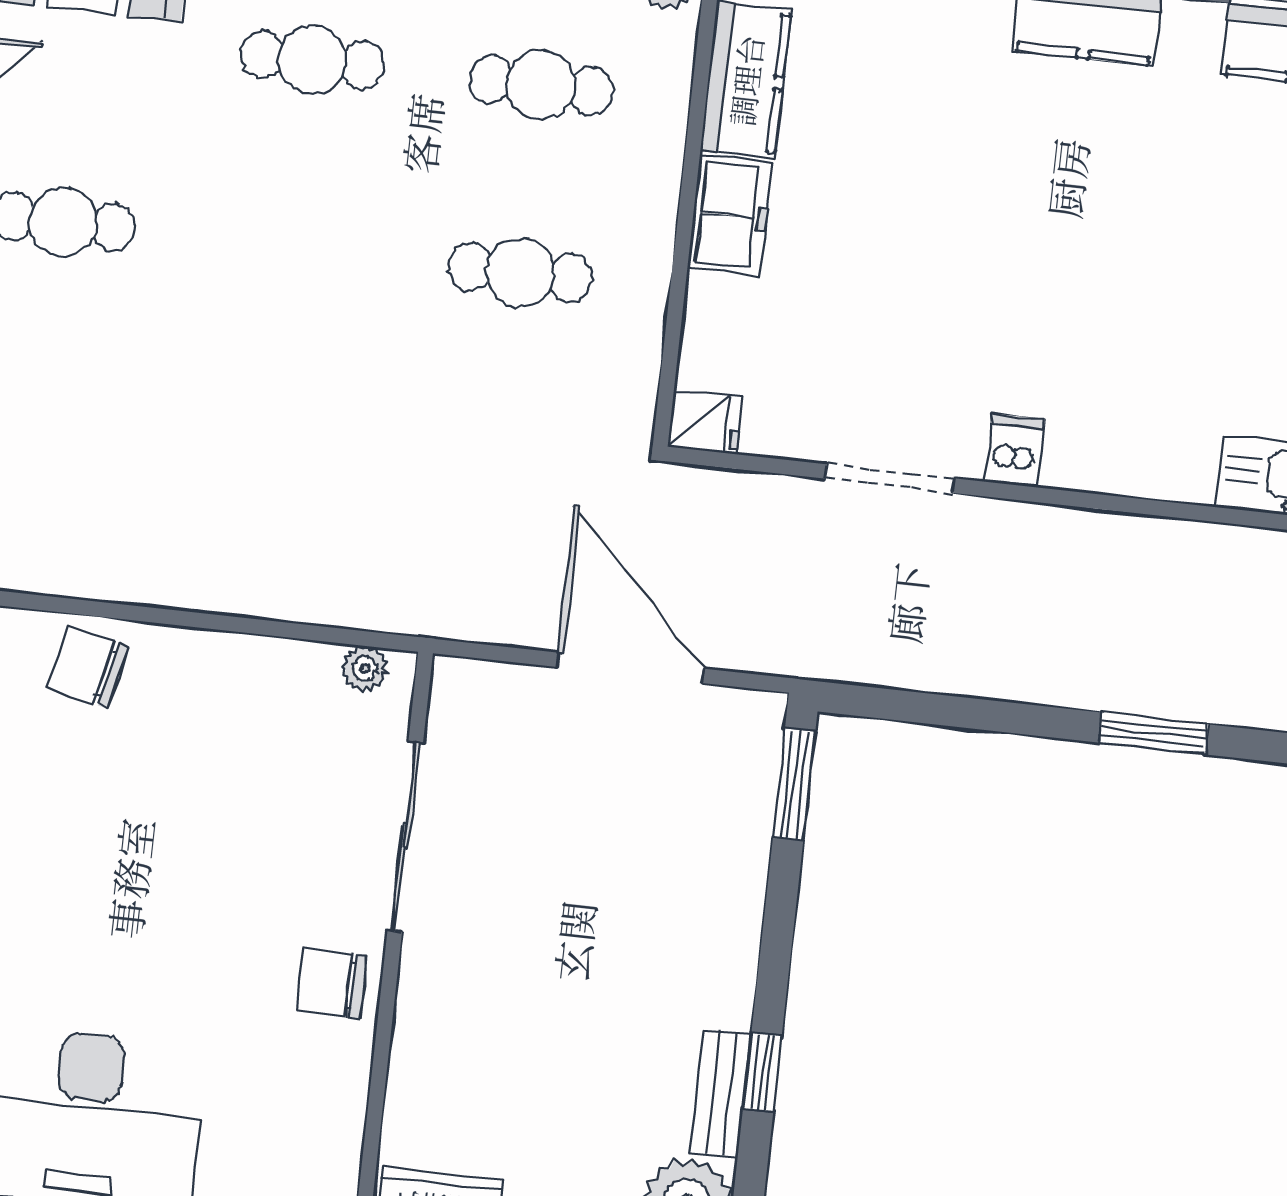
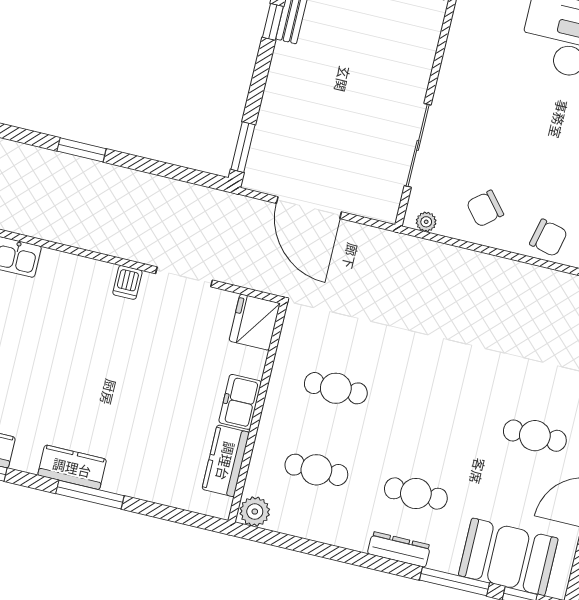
fridge: (705, 422) -> (255, 322), width x1.88, depth x1.34
chair: (331, 983) -> (485, 209), moved, turned 140

